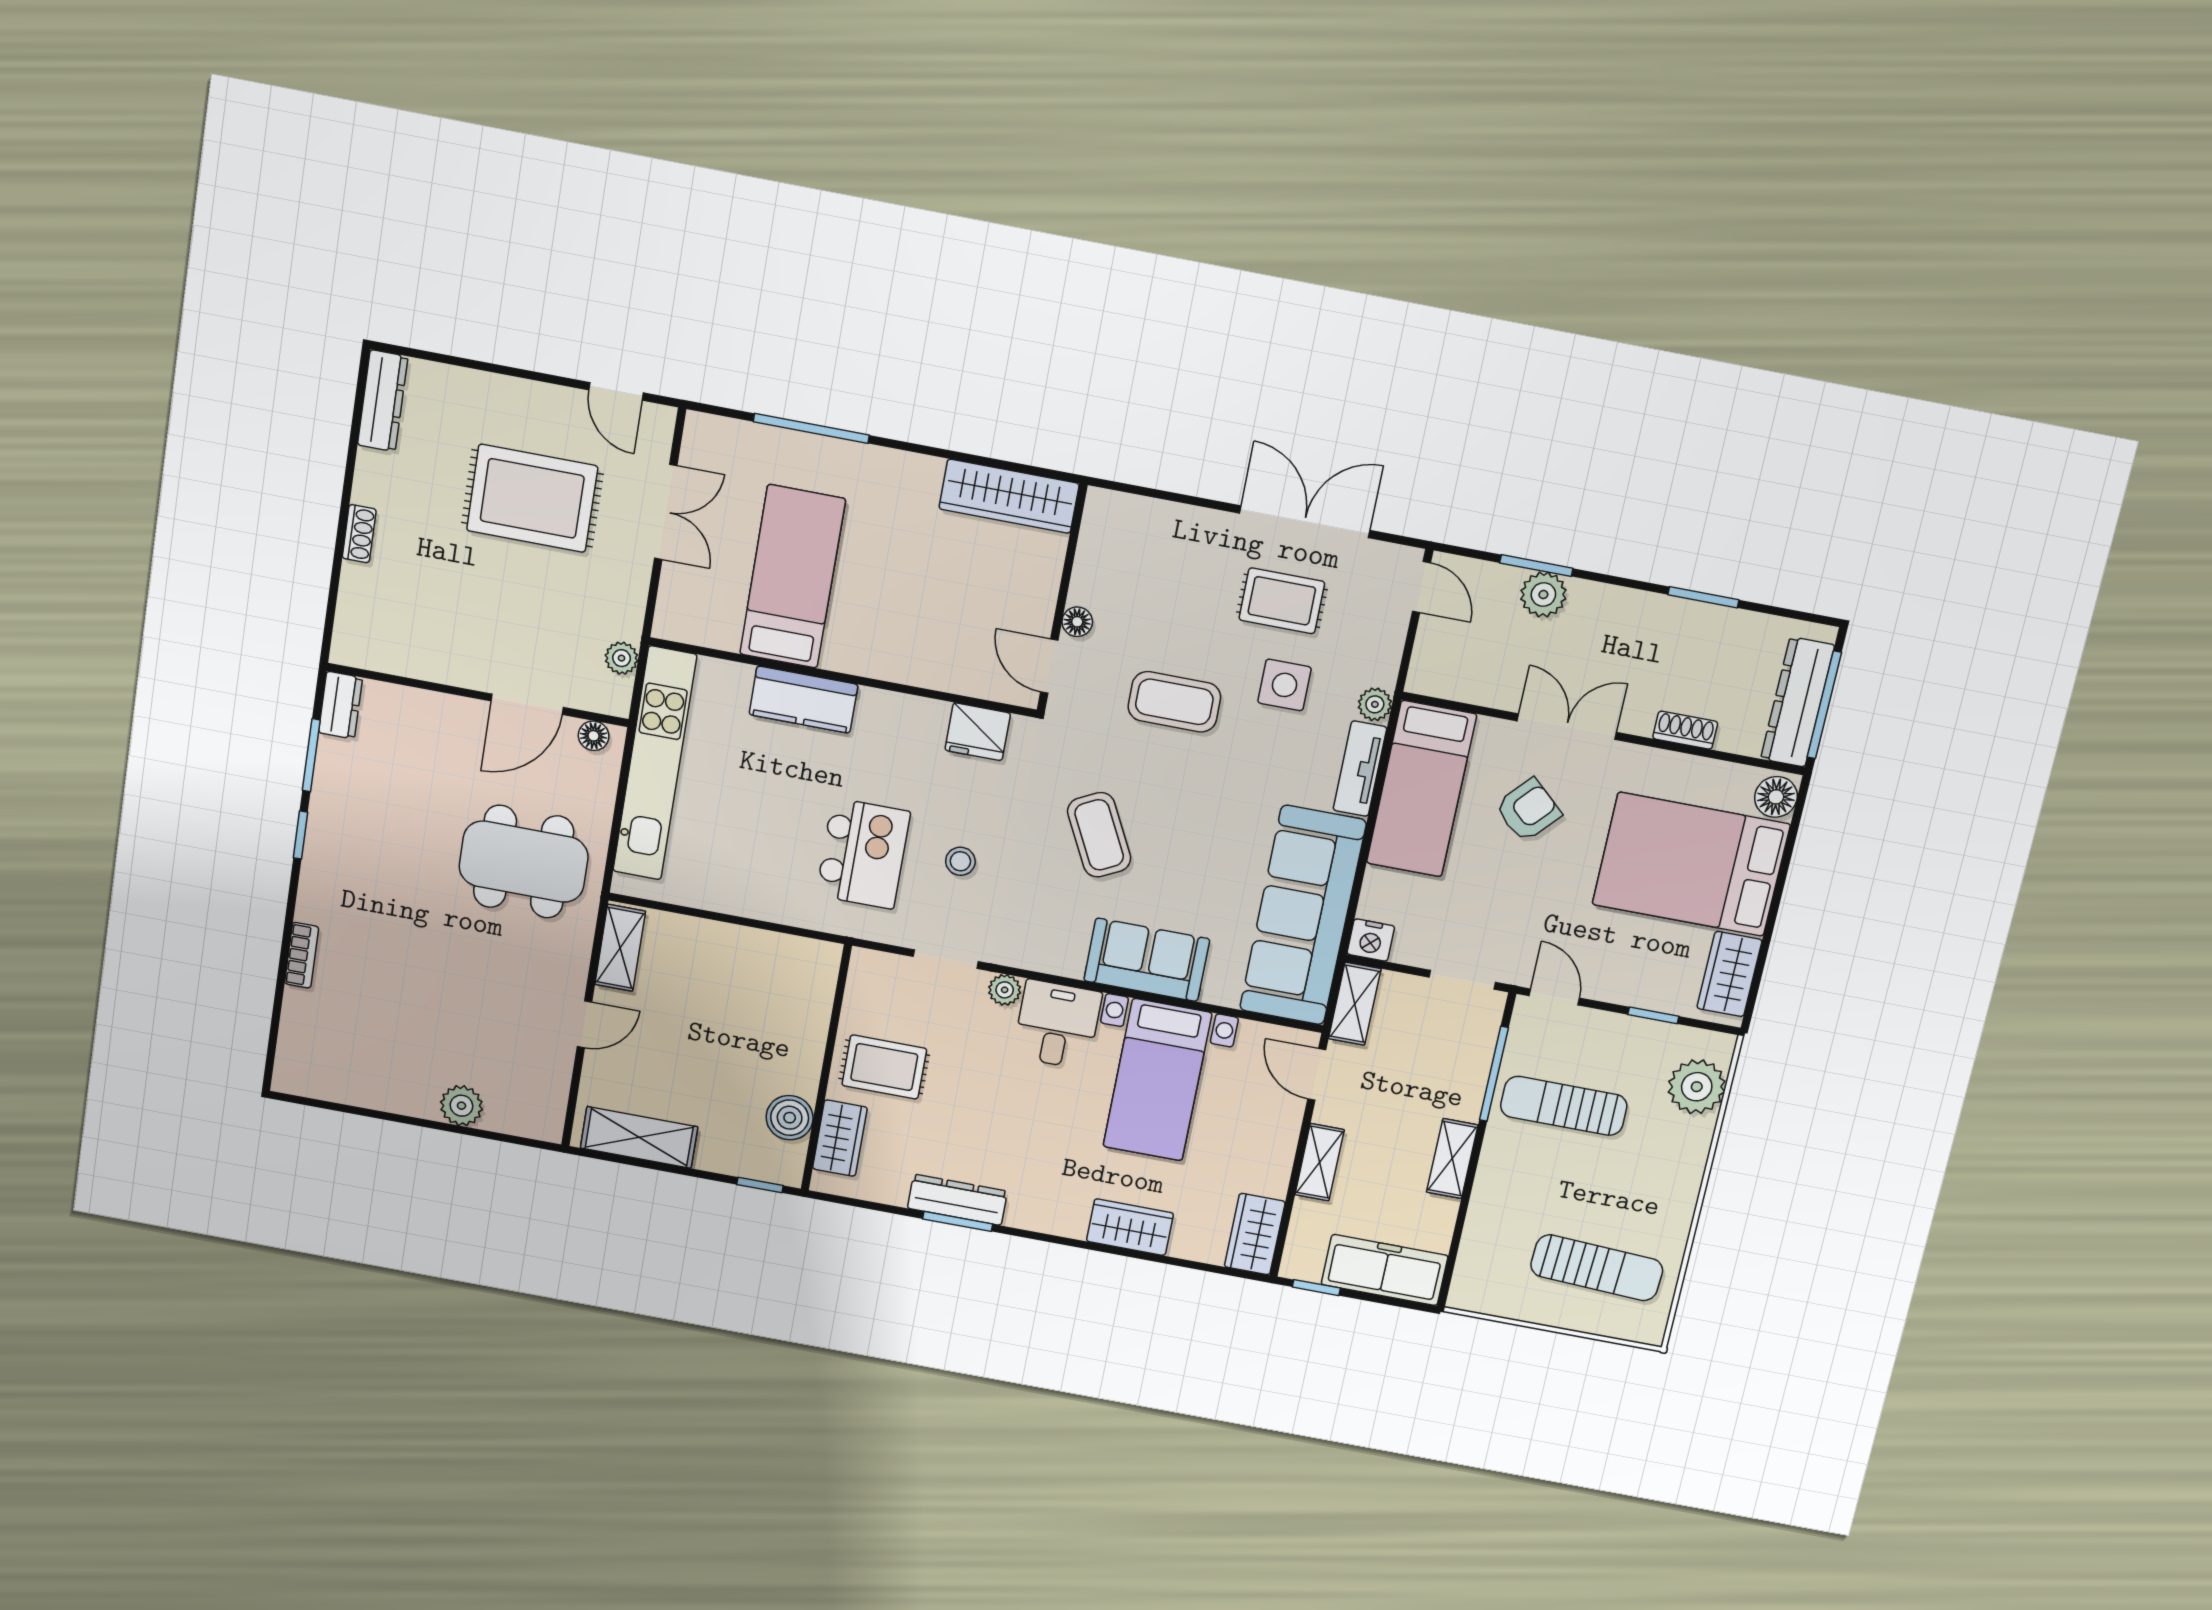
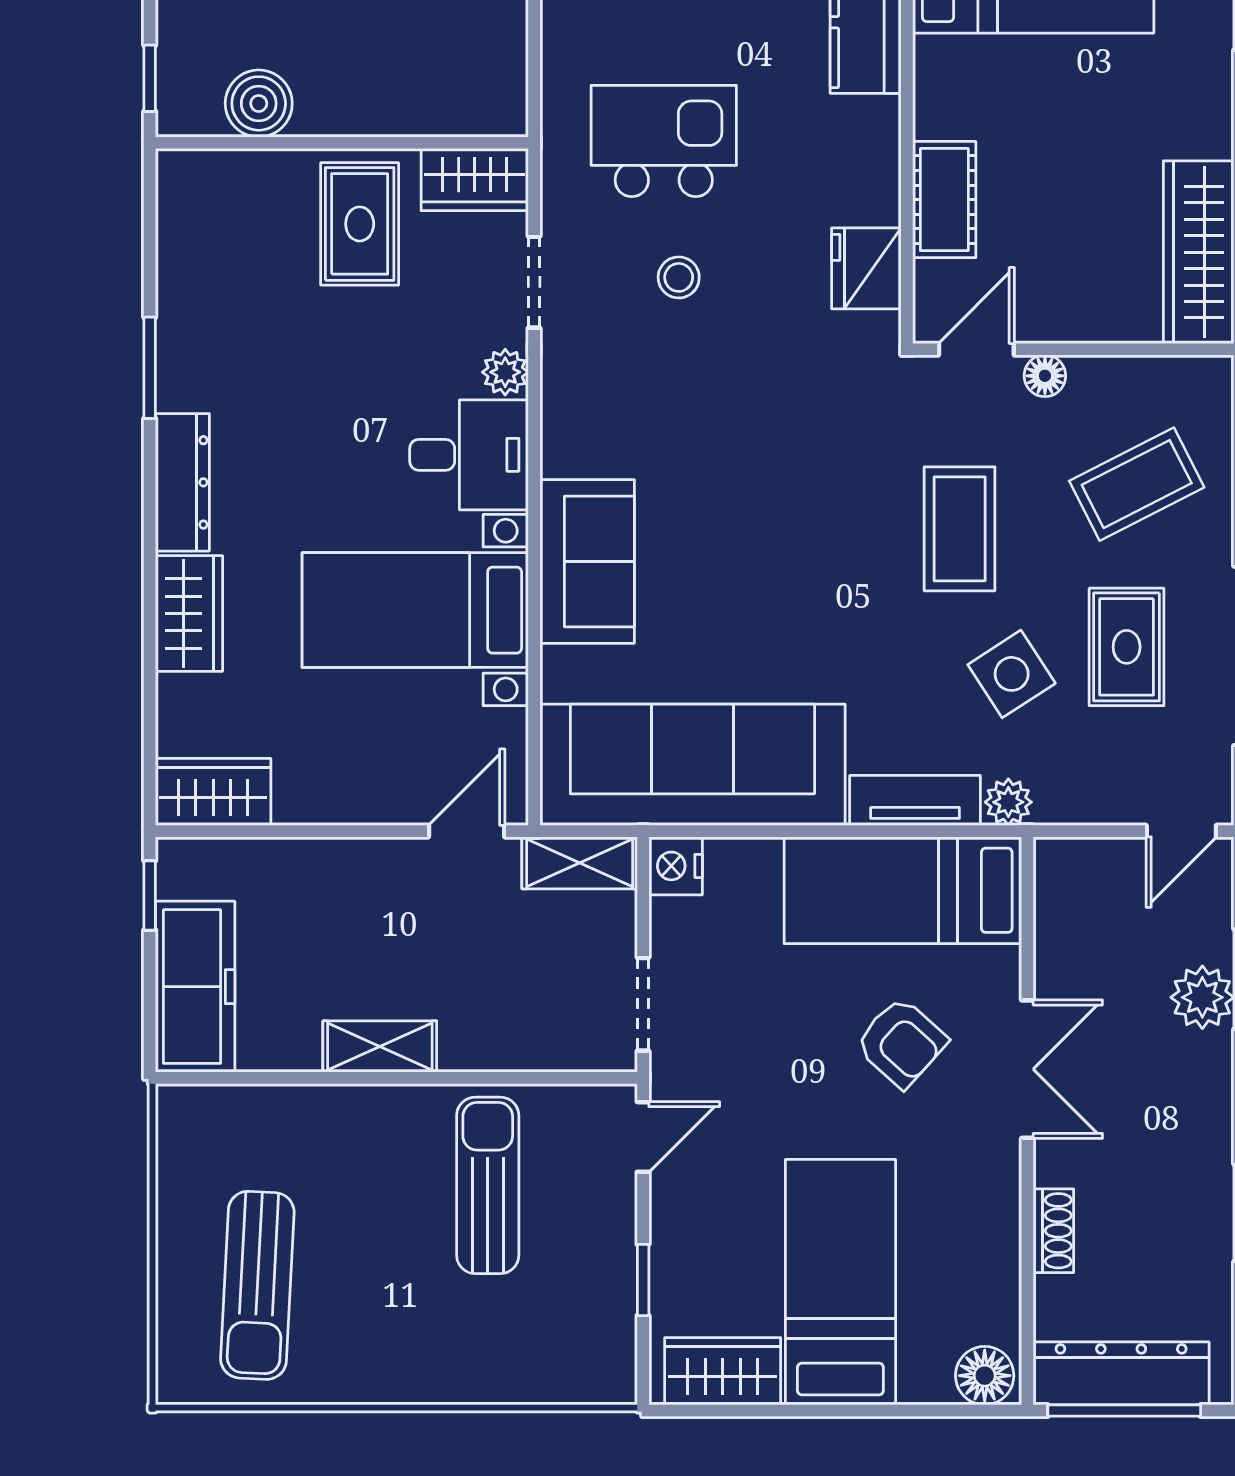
cot: (939, 669) -> (944, 200), added
side table: (1285, 685) -> (1012, 674), turned -33
coffee table: (1099, 835) -> (1137, 484), moved
kitchen island: (863, 854) -> (664, 141), turned 180
bed: (1691, 864) -> (840, 1282), width x0.67
window: (1494, 1074) -> (516, 1078), removed
plant: (1697, 1087) -> (552, 1364), removed
wardrobe: (840, 1138) -> (475, 180), moved
shelving: (1320, 1162) -> (338, 862), removed
dresser: (957, 1200) -> (182, 482), moved

